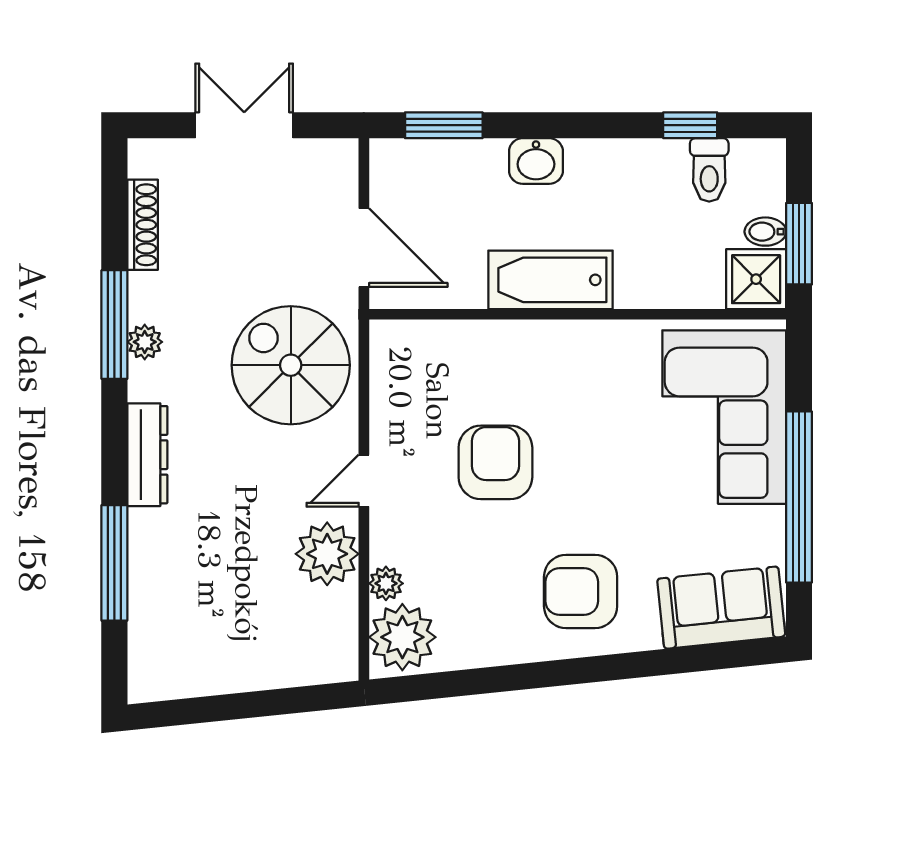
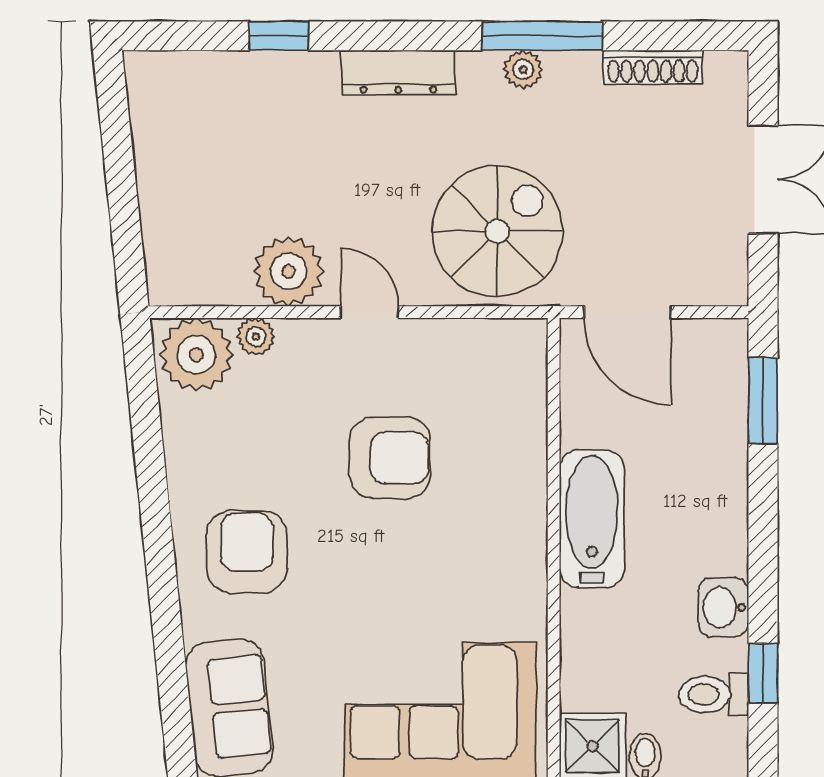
washbasin: (536, 161) -> (723, 607), moved
door: (364, 248) -> (628, 312), hinge flipped
window: (114, 563) -> (279, 36), width x0.46

